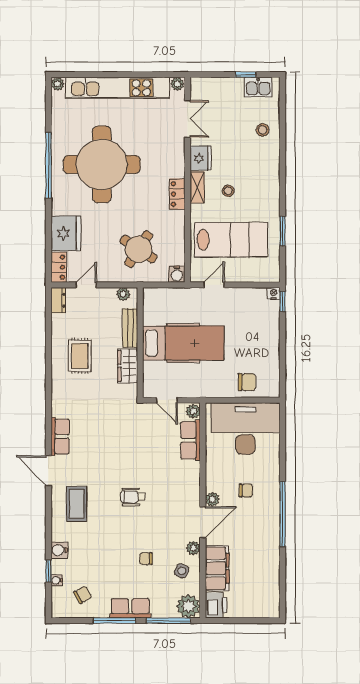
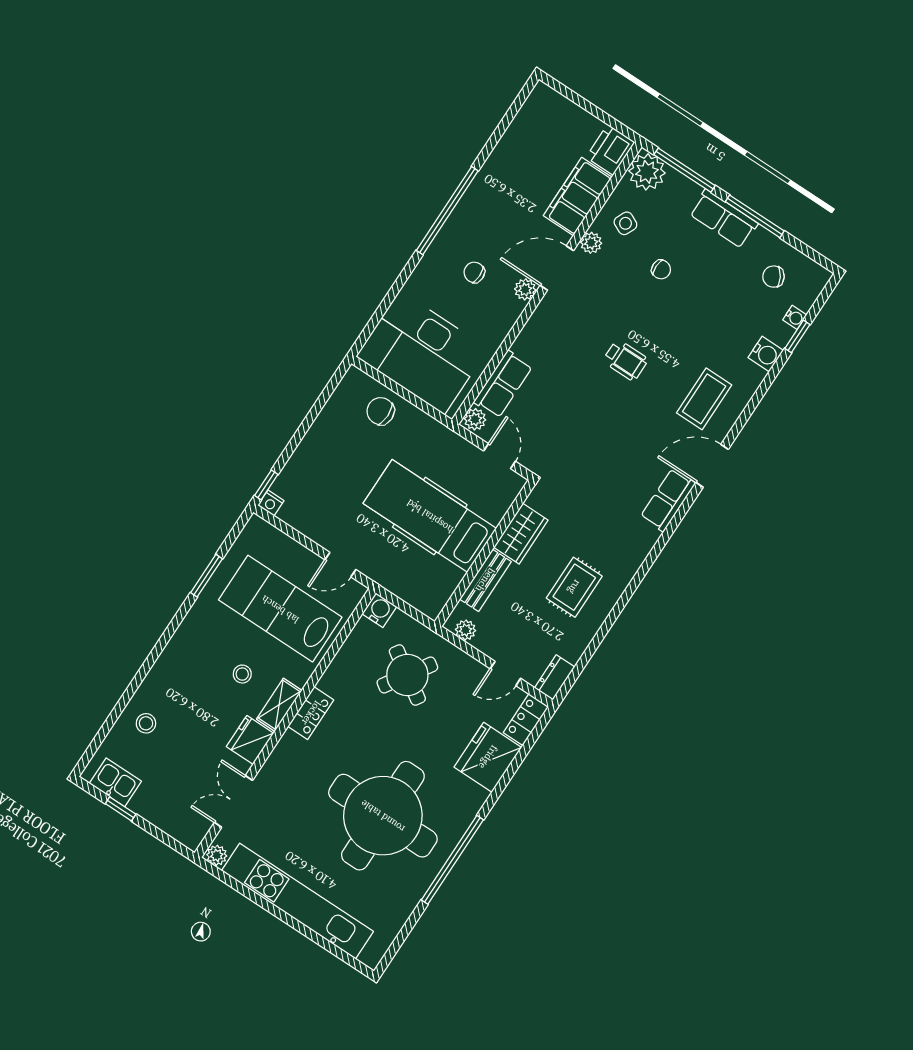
plant: (58, 84) -> (371, 957), removed
door: (48, 471) -> (712, 466), swing flipped

